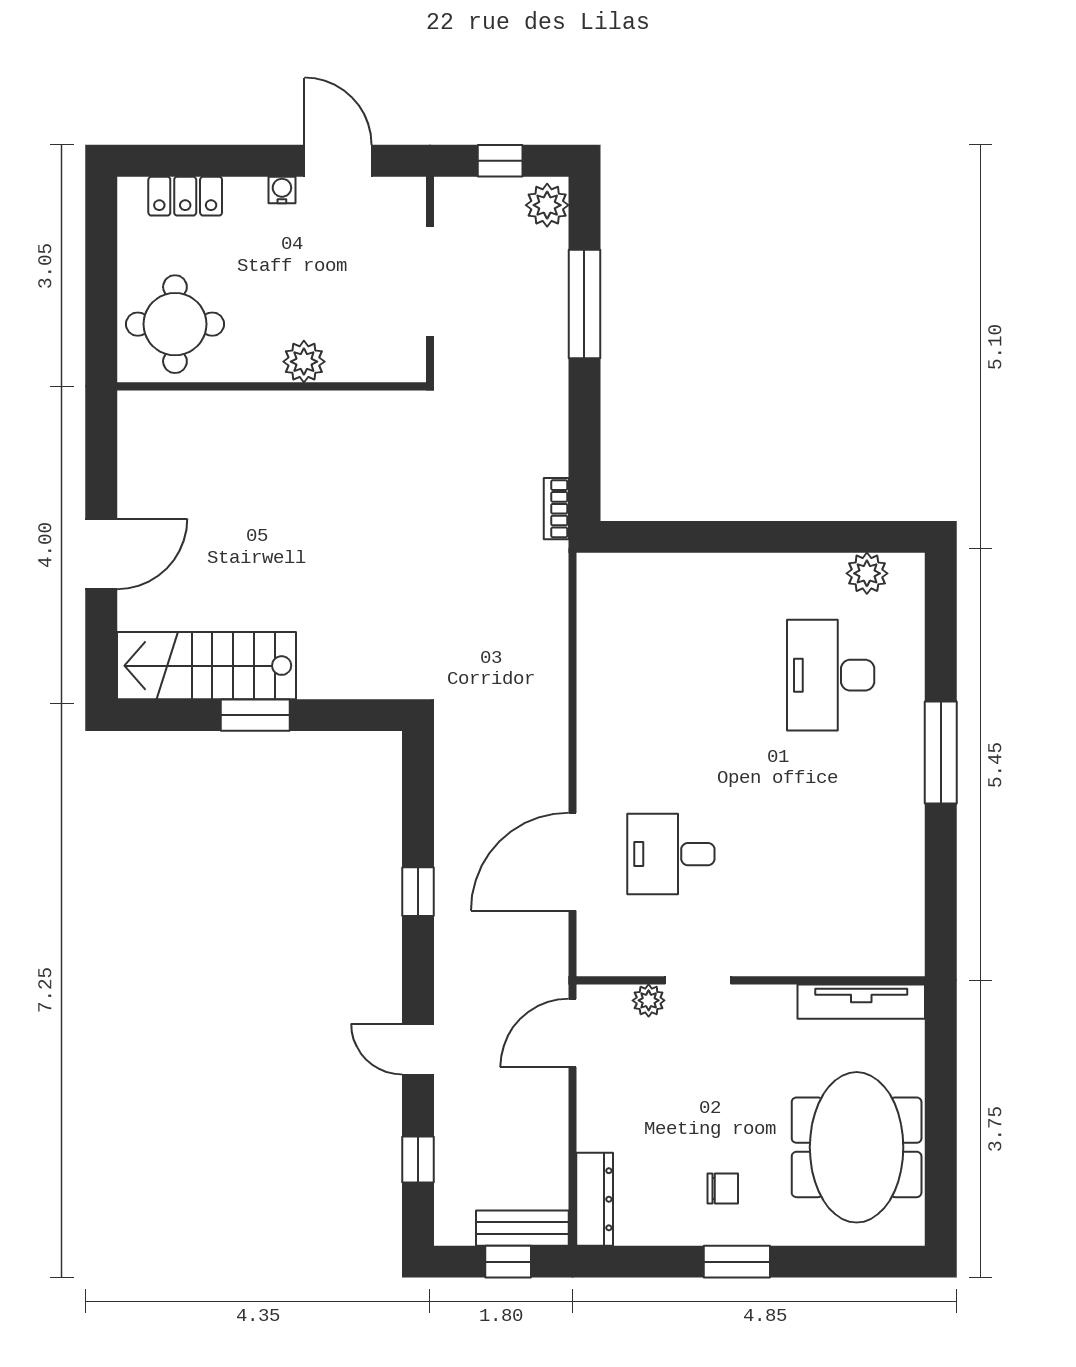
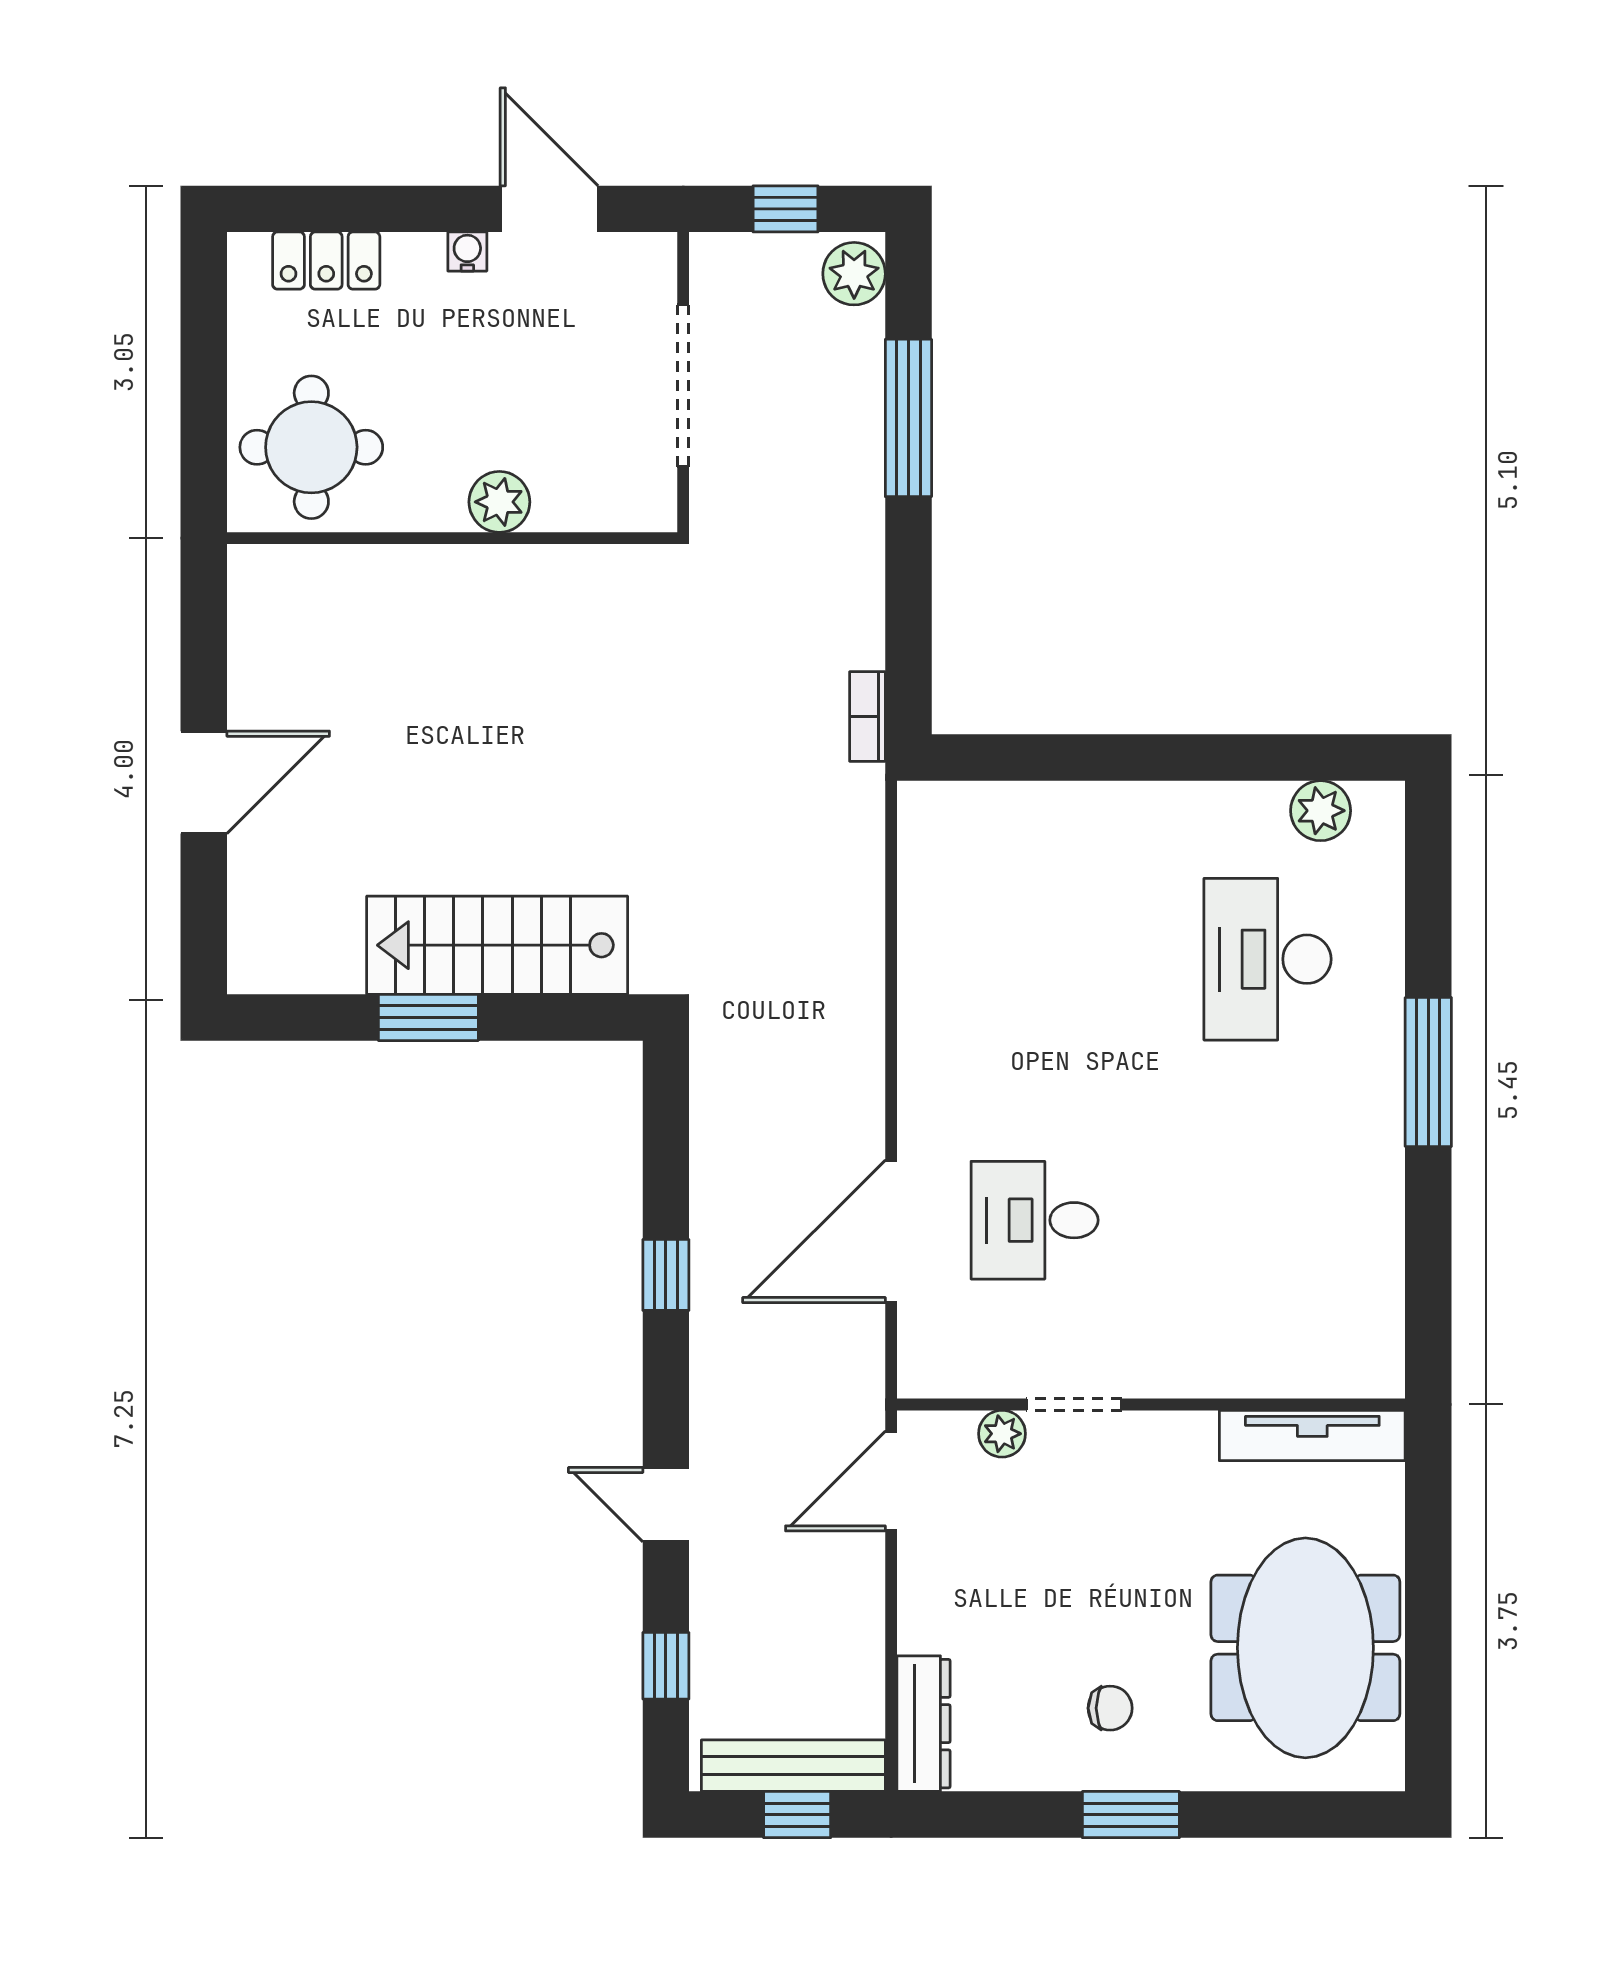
stairs: (207, 666) -> (497, 945), moved
bench: (522, 1228) -> (793, 1766), width x1.36

